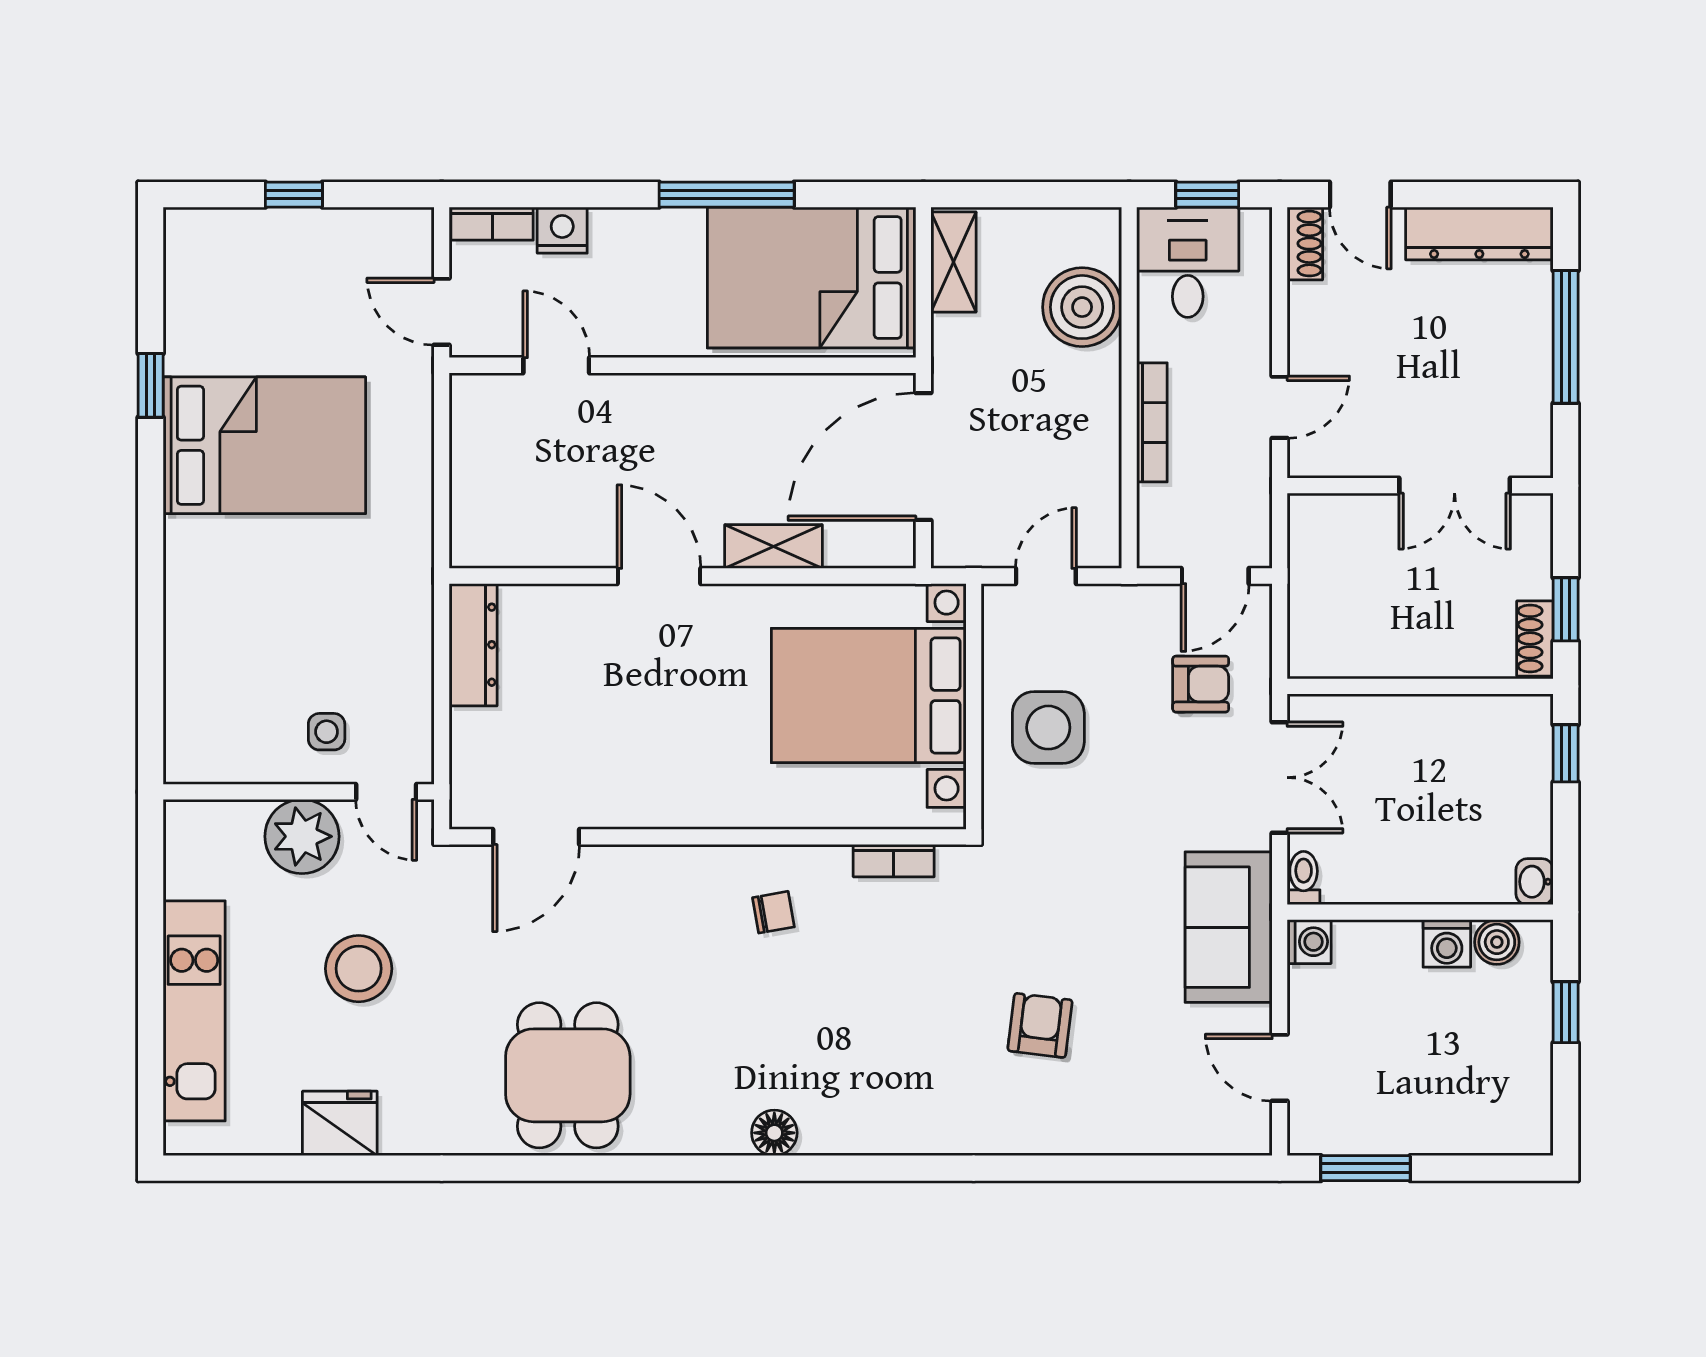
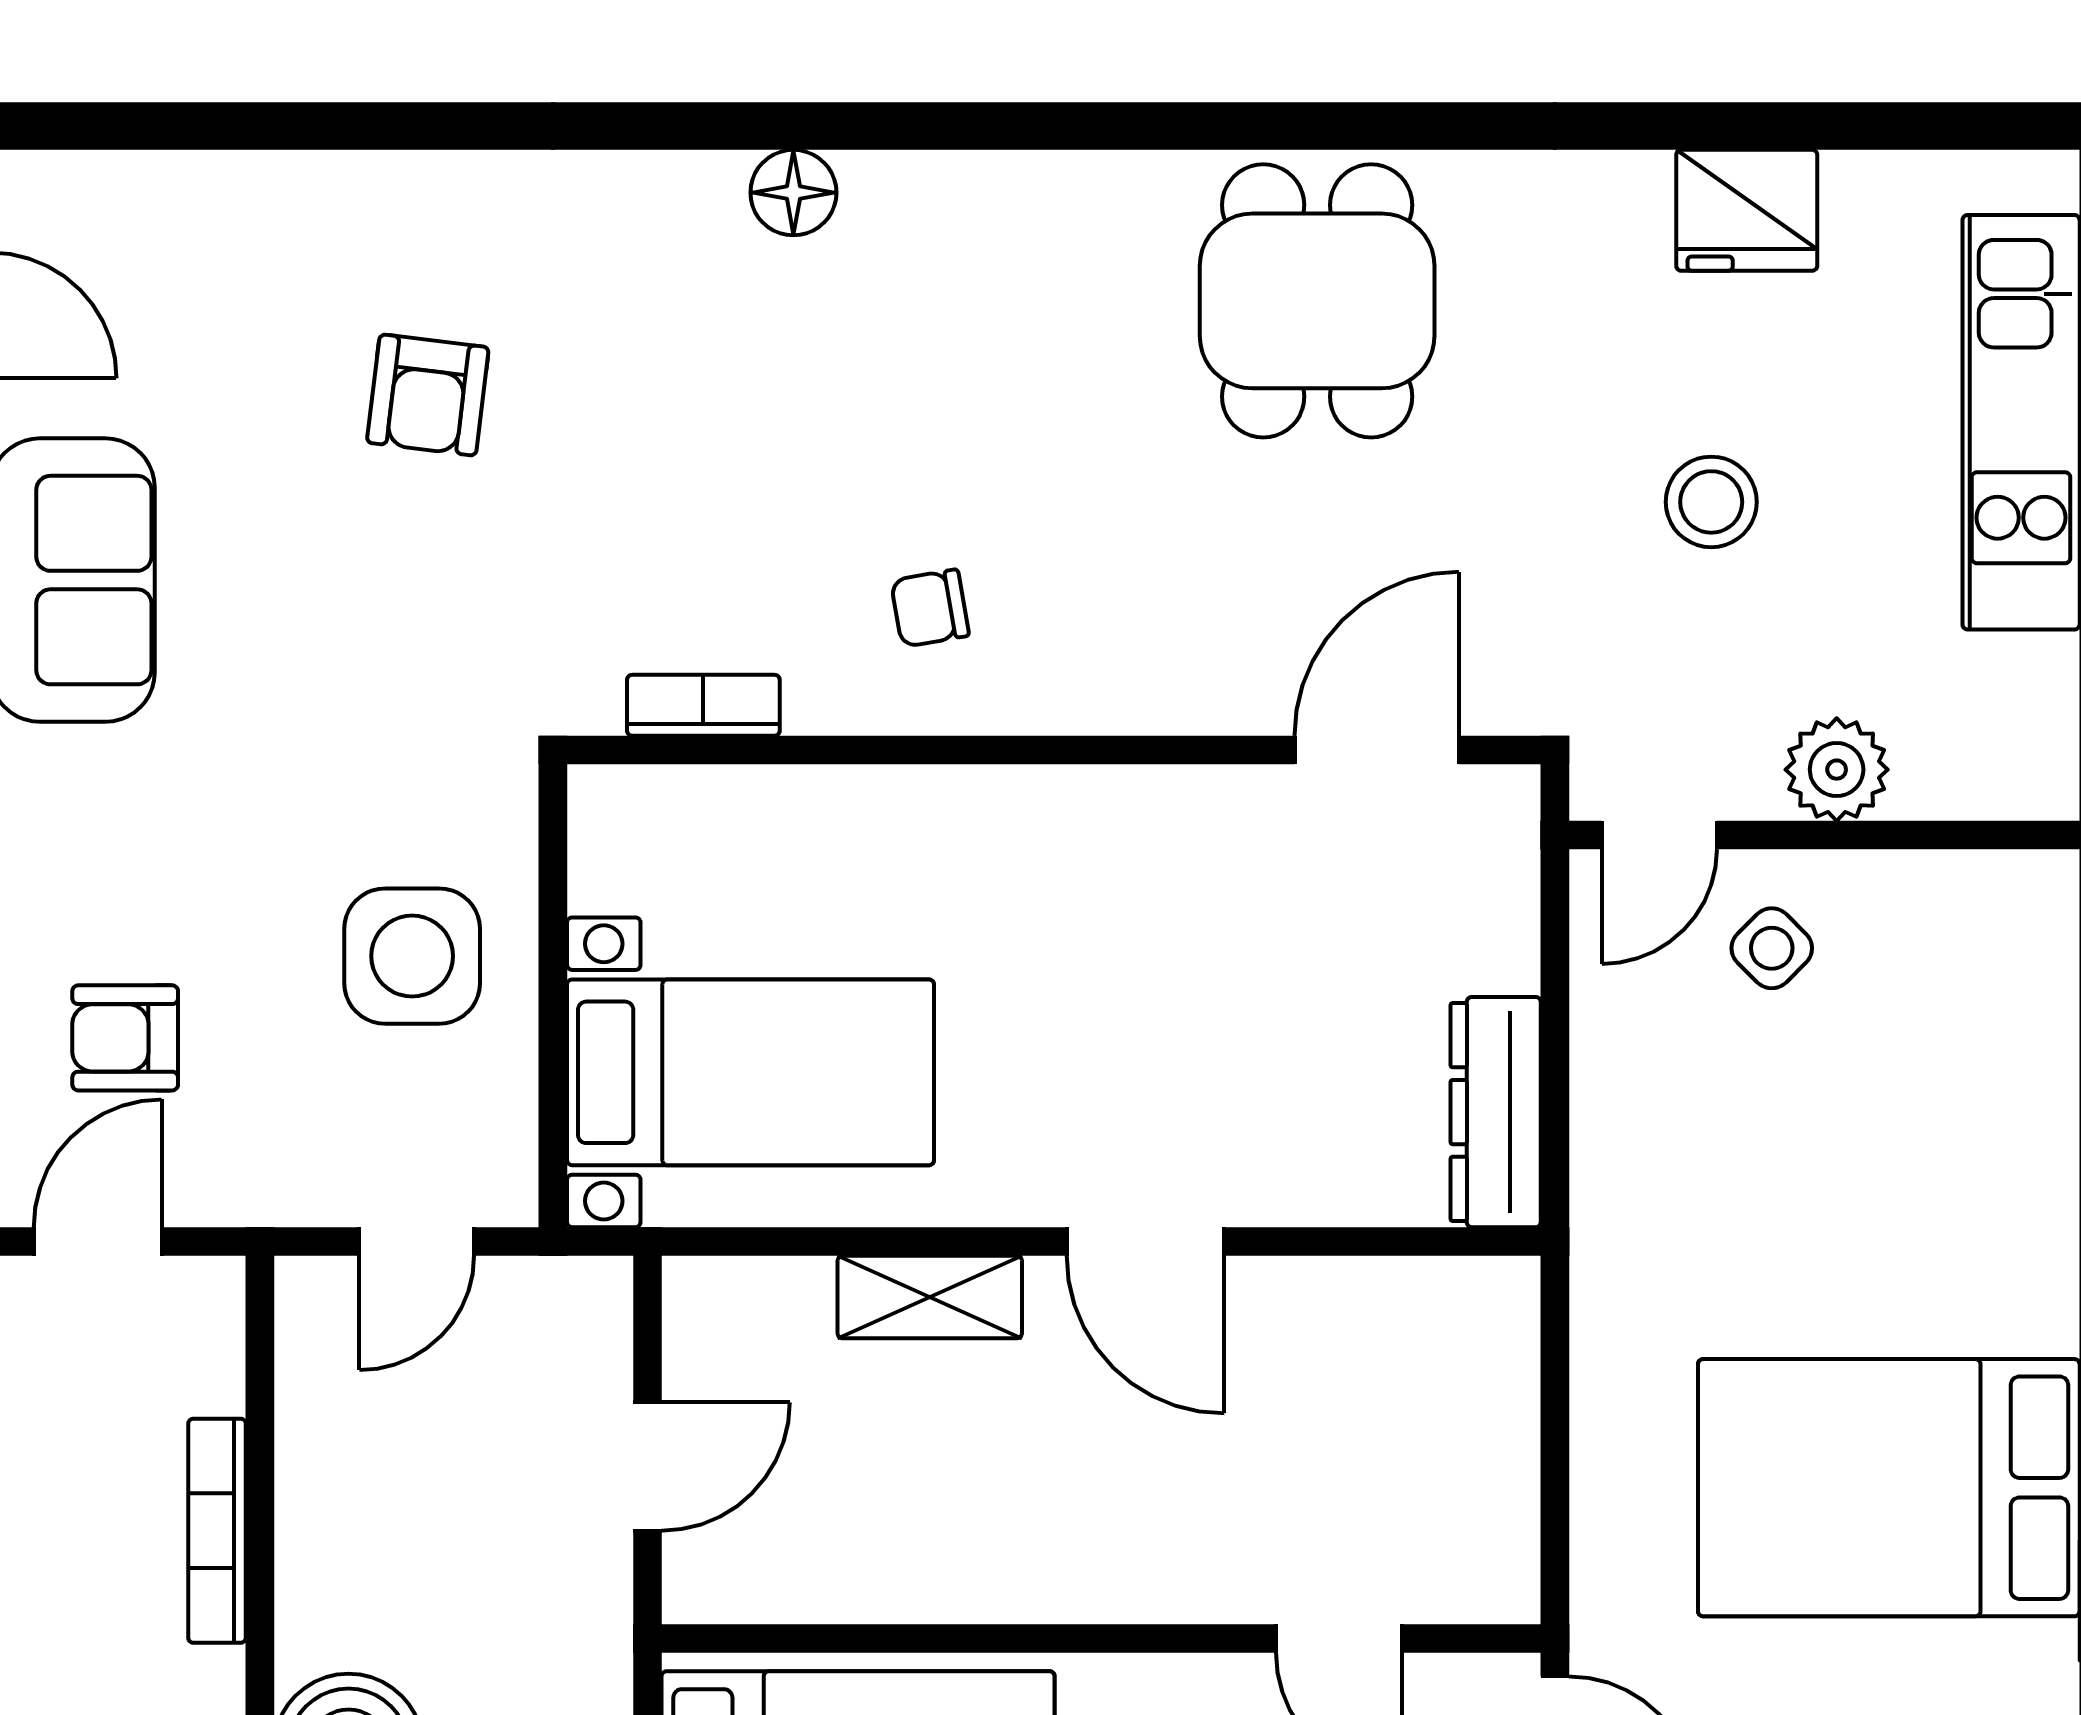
door: (923, 457) -> (647, 1466), width x0.53
bed with nightstands: (869, 695) -> (750, 1072), width x0.73
side table: (327, 732) -> (1772, 948), turned 45
door: (386, 792) -> (1659, 835), swing flipped
plant: (302, 836) -> (1837, 770), width x0.73, depth x0.73
stool: (359, 969) -> (1711, 502), width x0.73, depth x0.73
floor lamp: (774, 1133) -> (793, 193), moved

